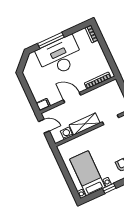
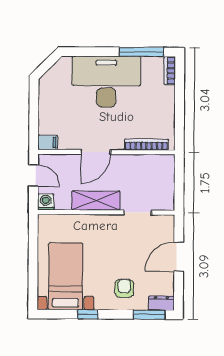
window: (51, 40) -> (141, 52), moved
door: (72, 97) -> (96, 152), swing flipped
washing machine: (67, 133) -> (46, 202), moved

